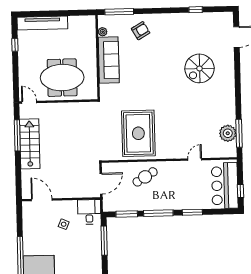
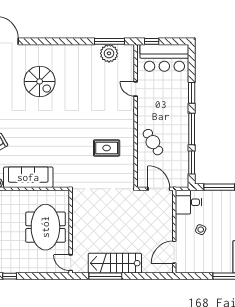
door: (29, 102) -> (71, 263), hinge flipped
rug: (138, 133) -> (107, 148), width x0.54, depth x0.49
window: (241, 191) -> (152, 41), moved

